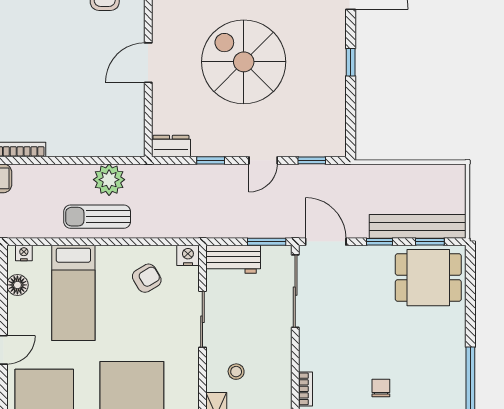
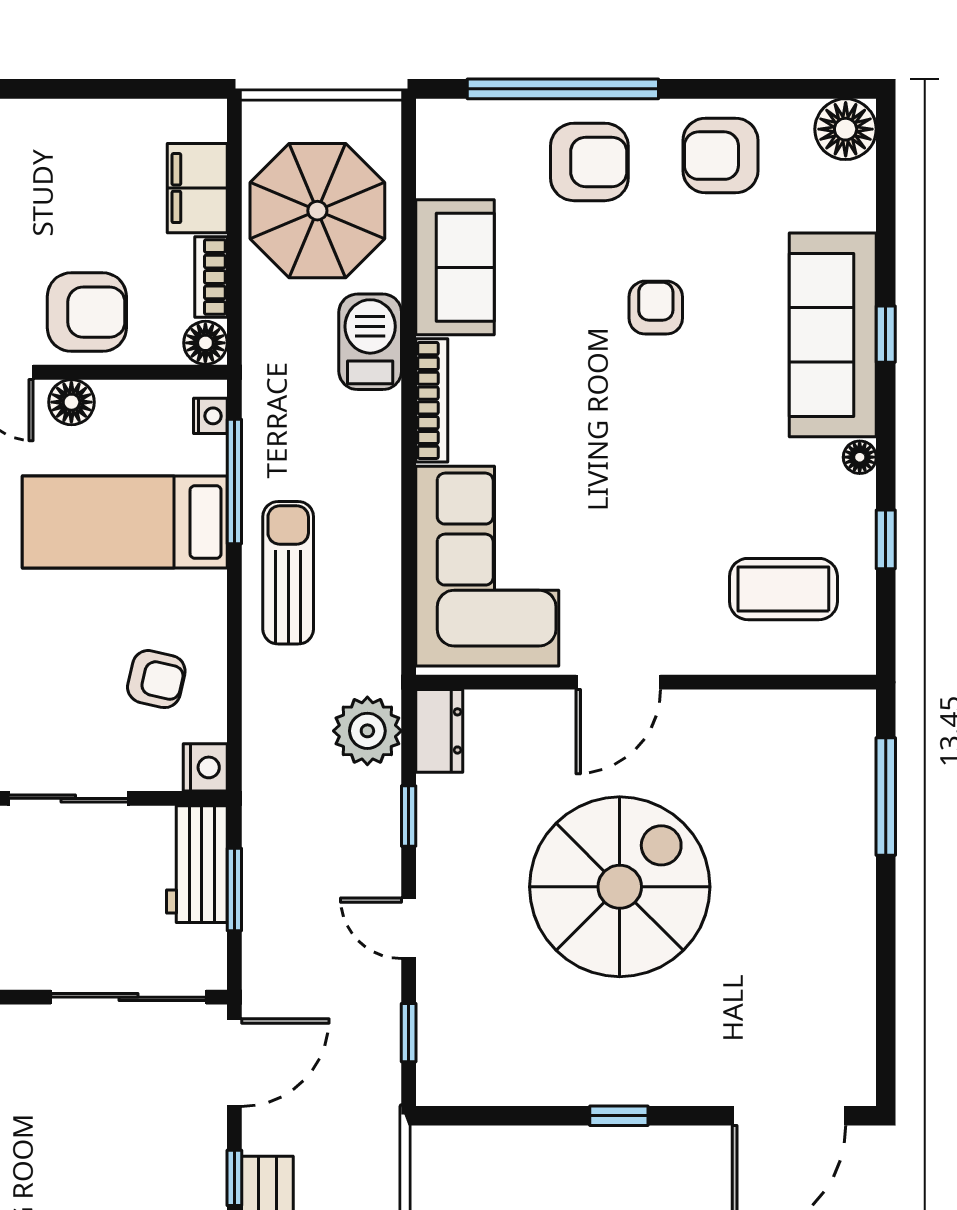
door: (148, 63) -> (618, 682), swing flipped
corner sofa: (94, 124) -> (487, 566), added
plant: (109, 180) -> (367, 731), moved
window: (54, 242) -> (234, 481), added
window: (267, 242) -> (234, 889), moved
armchair: (147, 278) -> (156, 679), turned -46
floor lamp: (17, 285) -> (71, 402), moved

